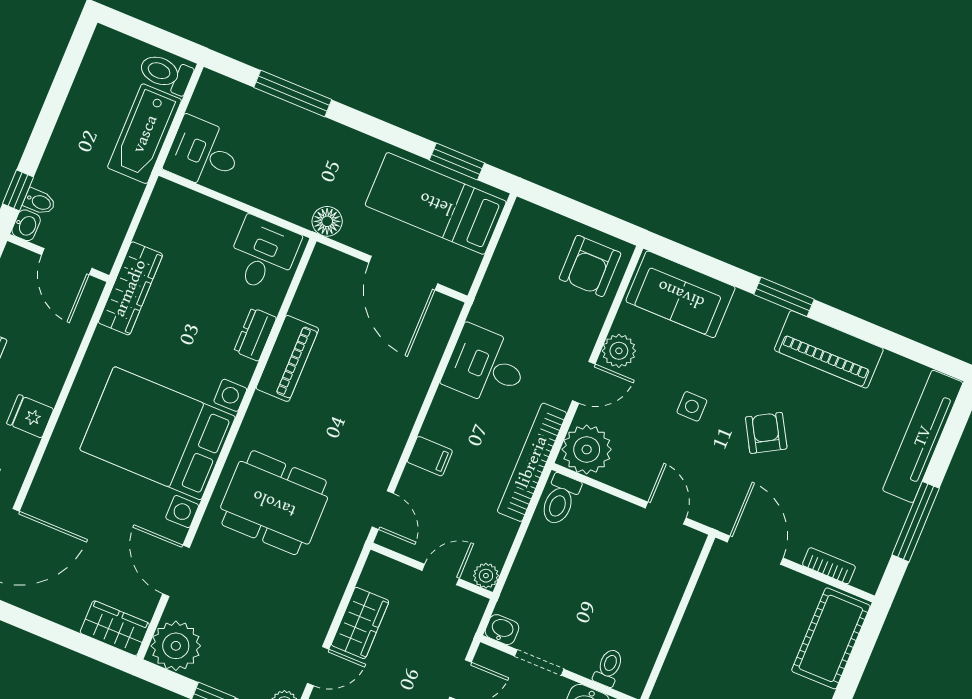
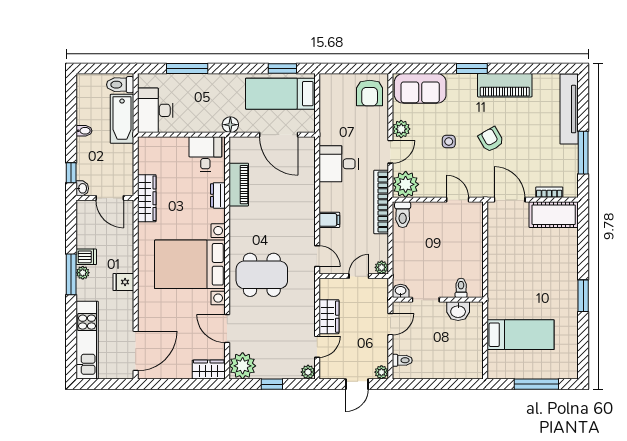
desk: (203, 153) -> (155, 110), width x1.37
bidet: (39, 202) -> (84, 131), moved
piano: (287, 358) -> (239, 185), moved
cot: (831, 638) -> (554, 215), moved, turned 90

